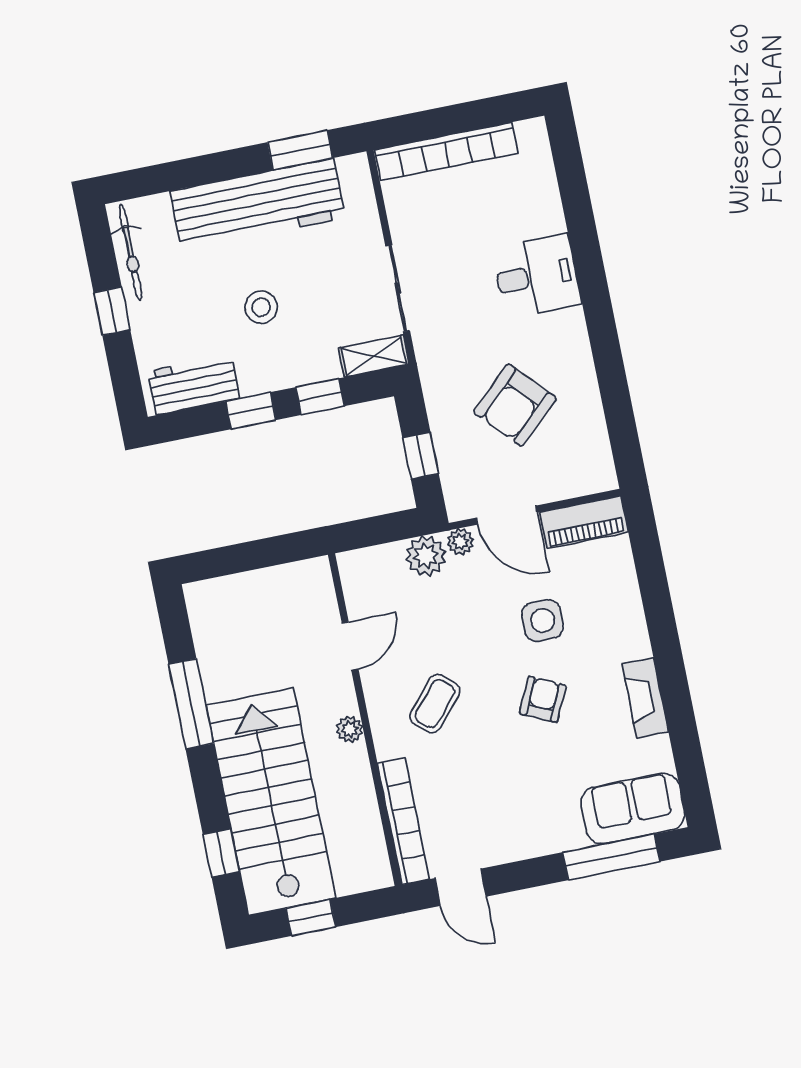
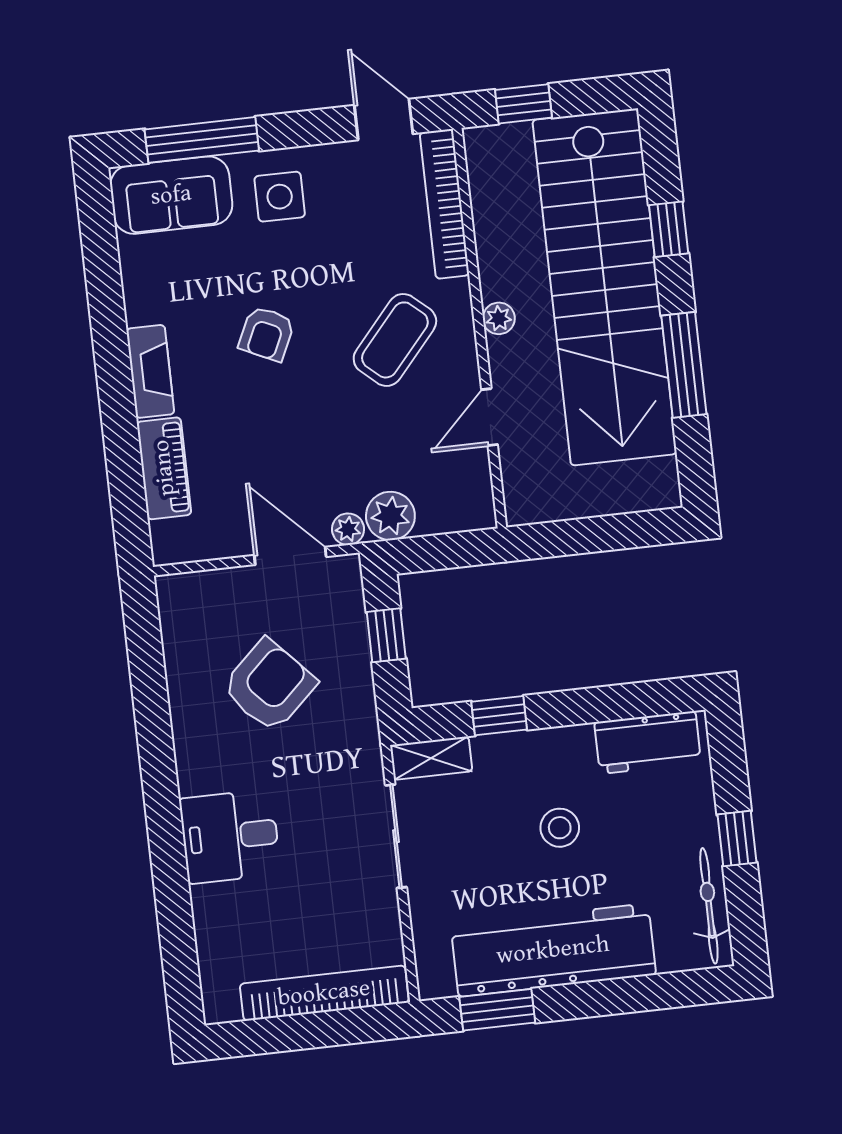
window: (251, 411) -> (583, 706), removed
piano: (584, 522) -> (164, 468), moved, turned 90
side table: (543, 620) -> (280, 197), moved
fireplace: (645, 698) -> (150, 371), moved
coffee table: (435, 704) -> (395, 340), width x1.36, depth x1.30
stairs: (271, 802) -> (605, 287), width x1.36
window: (221, 853) -> (669, 229), moved
window: (311, 918) -> (523, 104), moved

